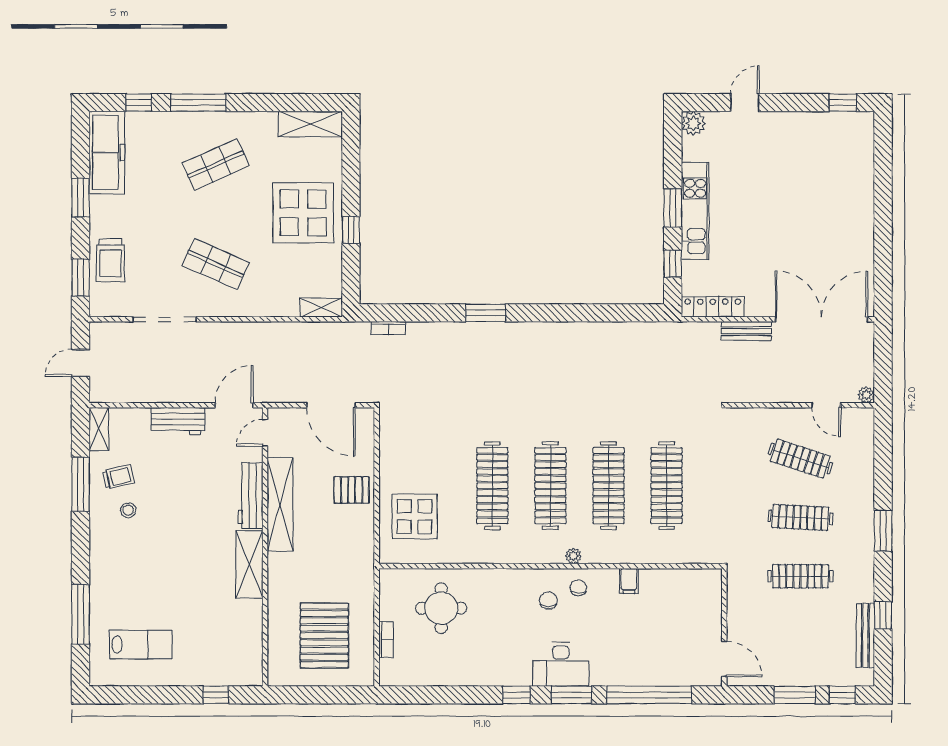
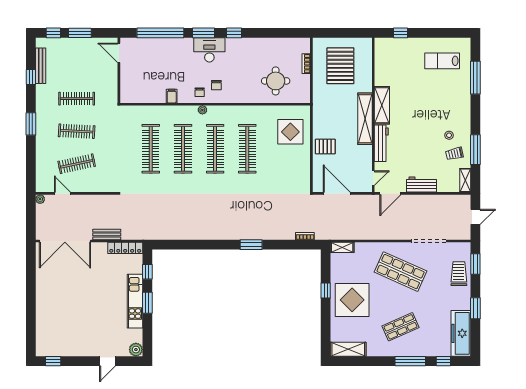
shop shelf: (216, 264) -> (401, 272), width x1.43, depth x1.36
clothes rail: (800, 459) -> (77, 164), turned -30
shelving: (280, 505) -> (365, 119), moved

